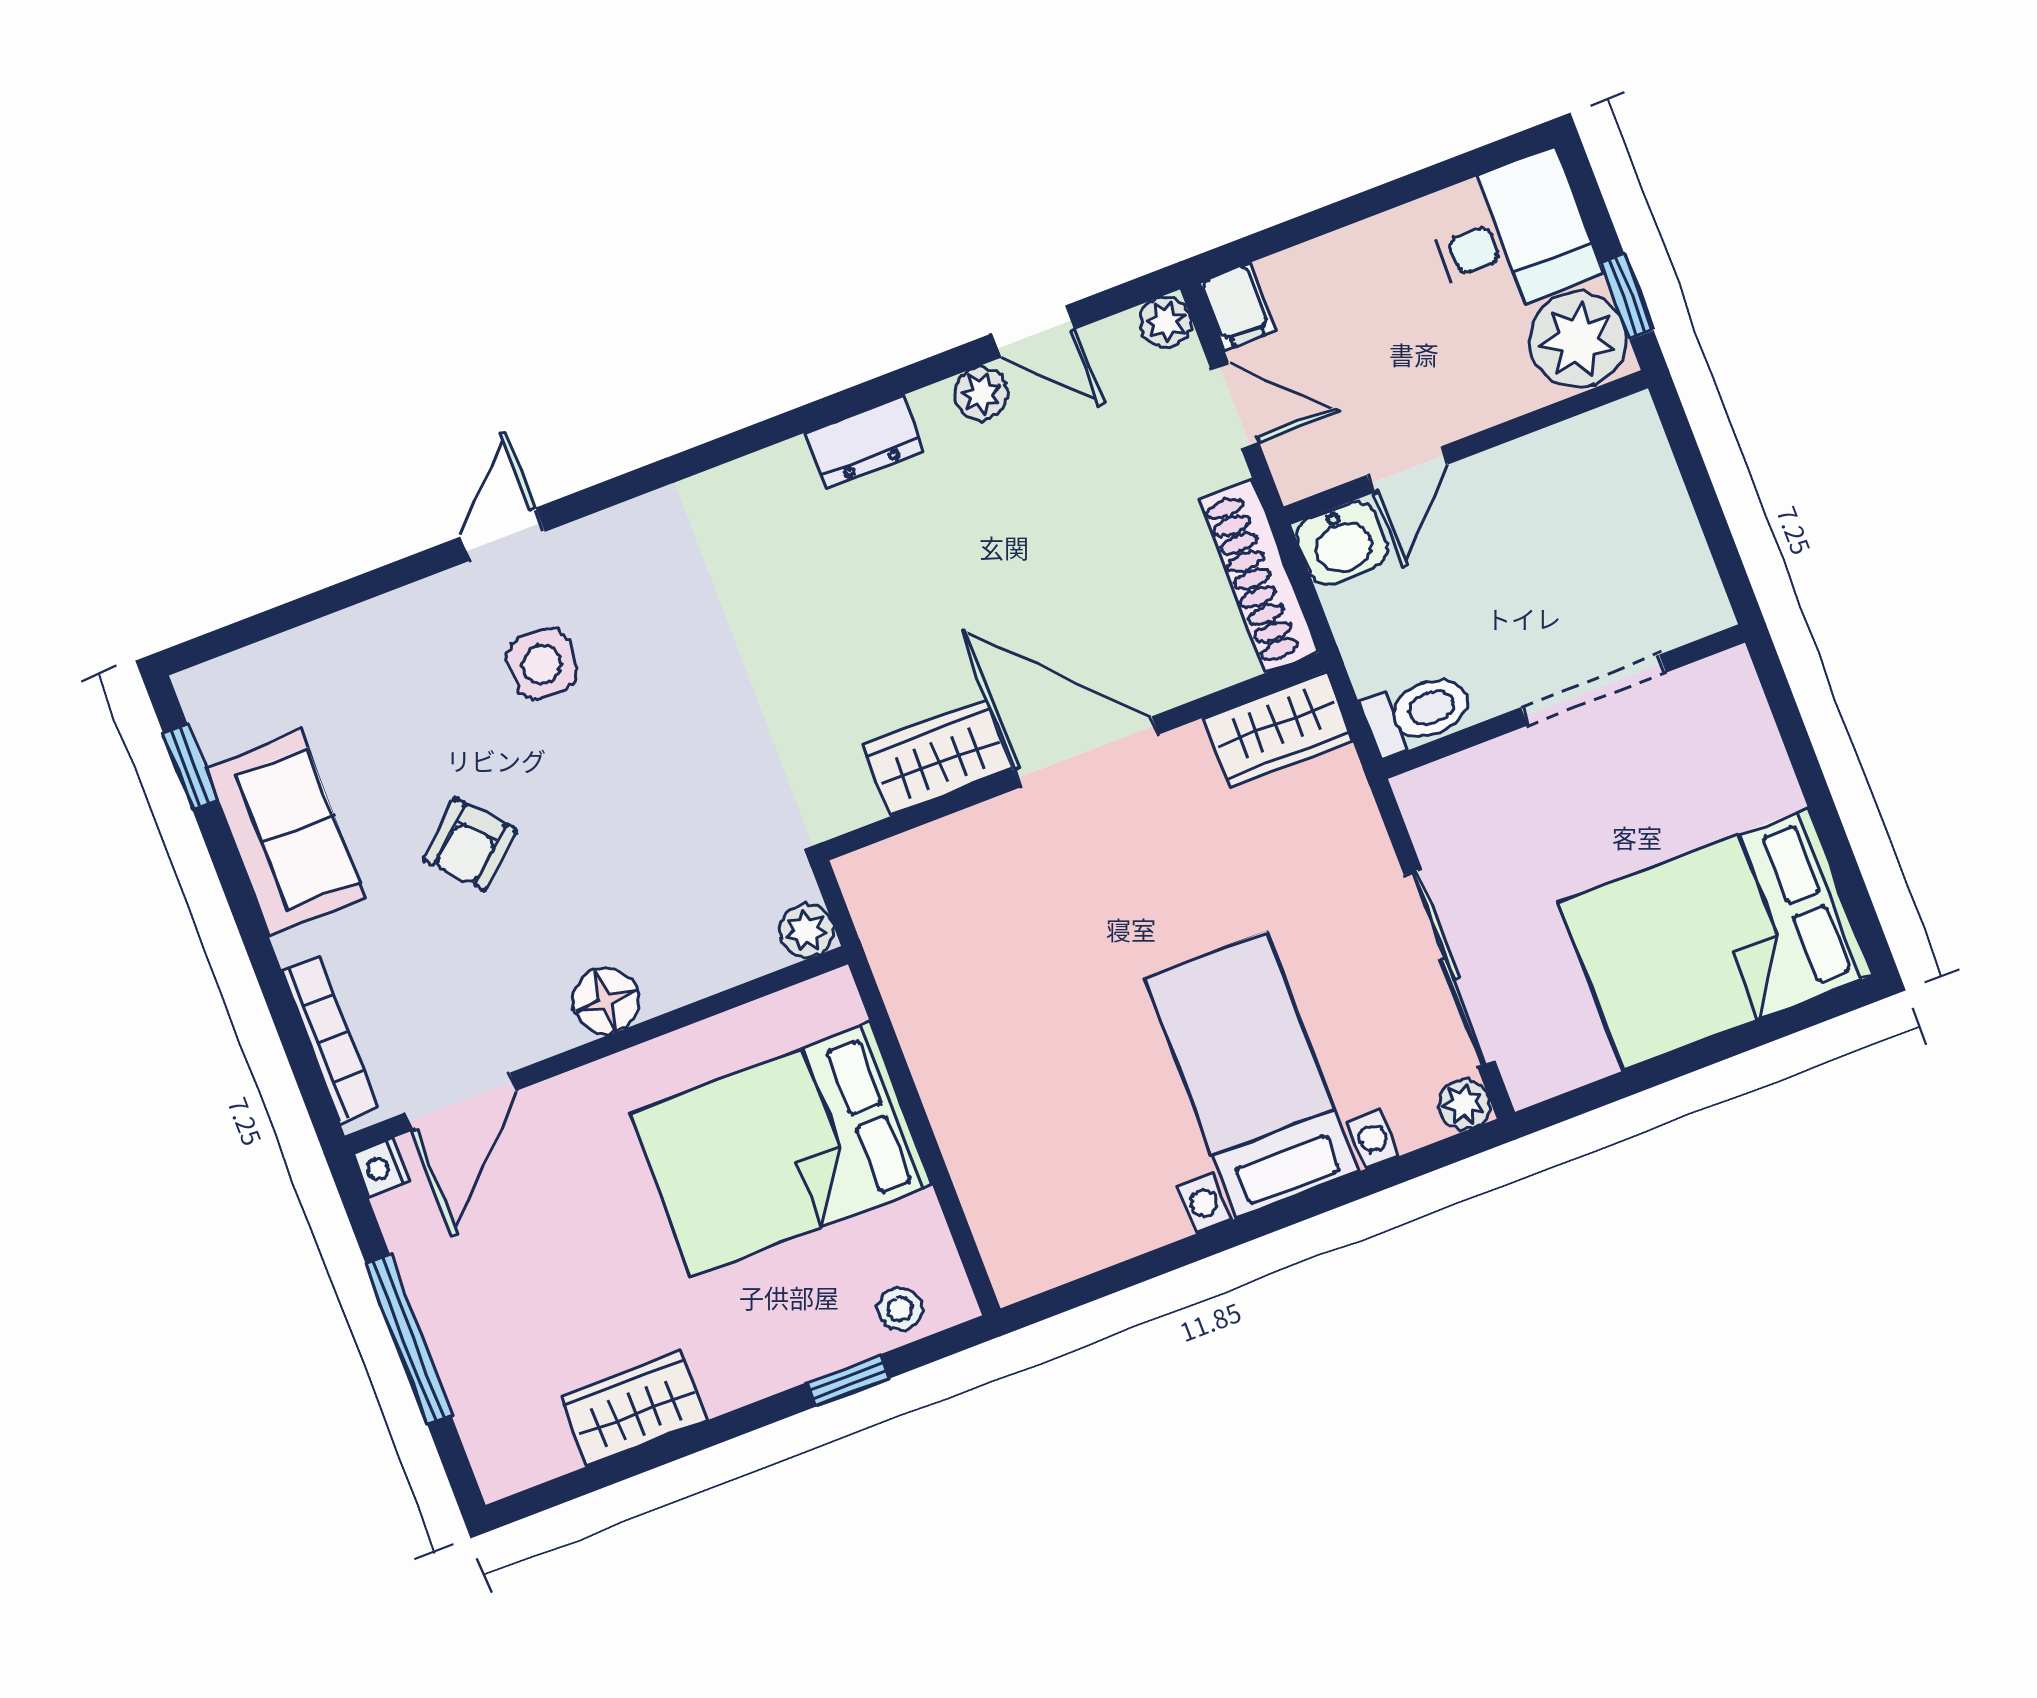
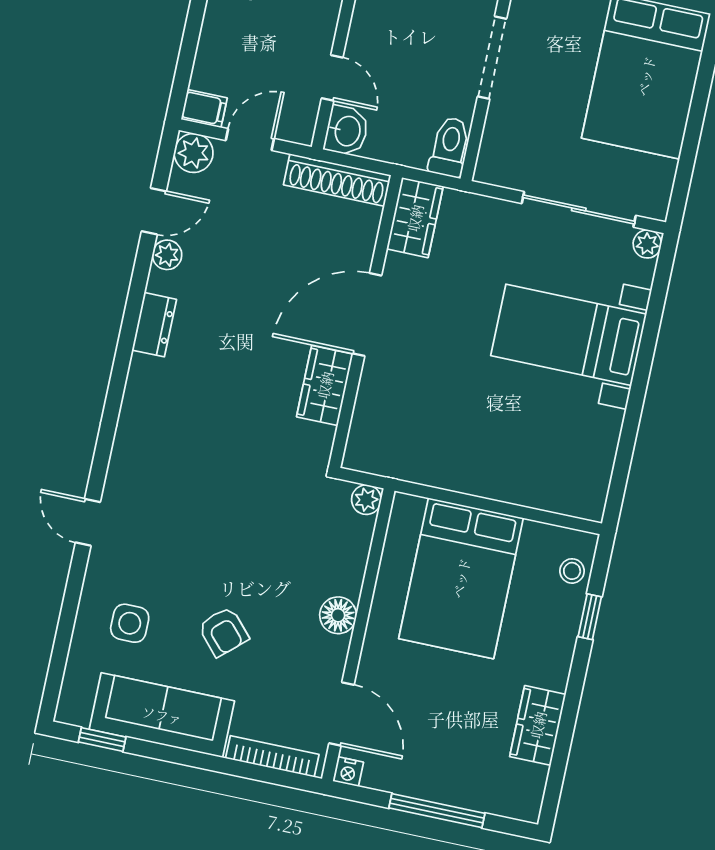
plant: (1165, 322) -> (194, 153), width x1.38, depth x1.38
side table: (542, 664) -> (130, 623), moved
sofa: (285, 833) -> (162, 715), width x1.36

